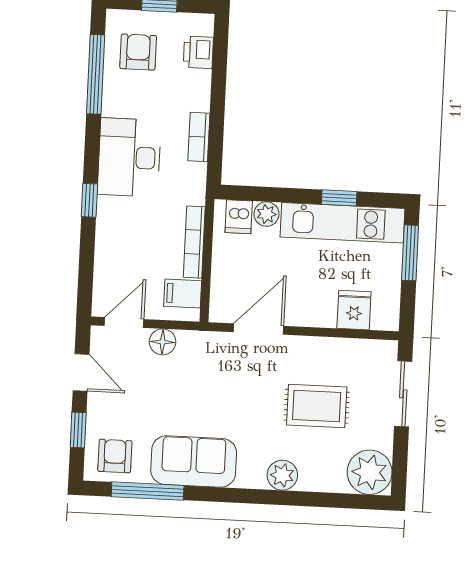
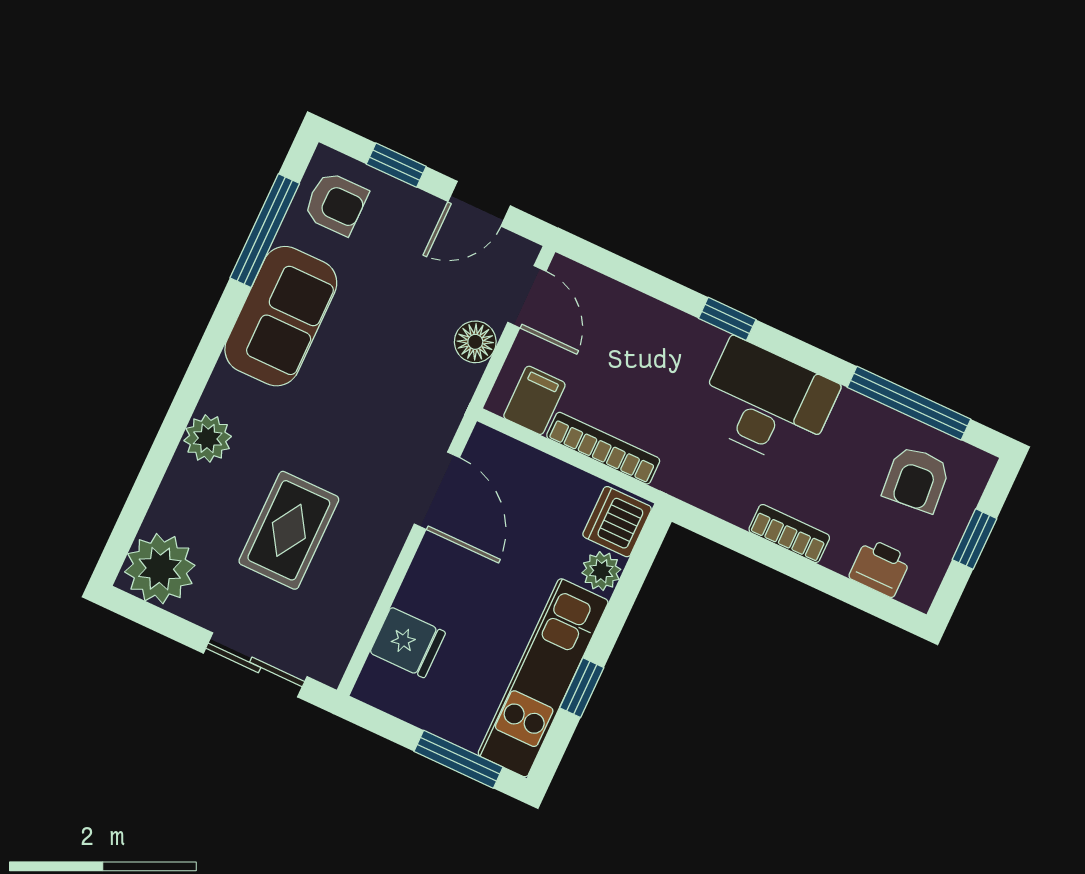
armchair: (138, 52) -> (916, 479), turned 85
bookcase: (199, 137) -> (789, 534), moved
dishwasher: (239, 217) -> (617, 522), width x1.38

